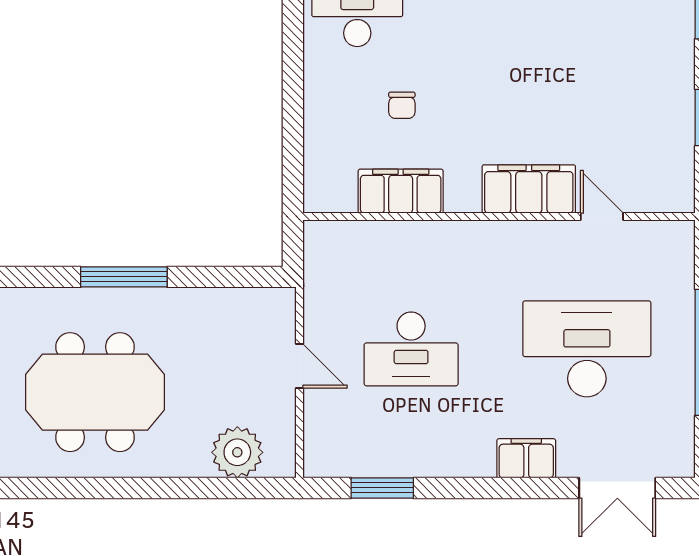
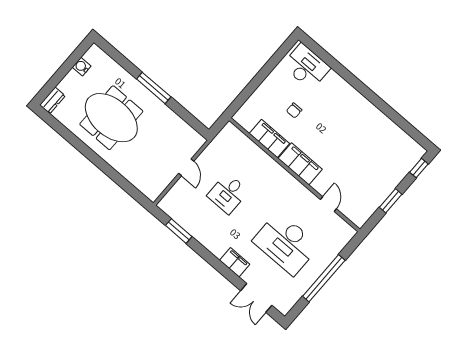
filing cabinet: (529, 189) -> (300, 164), moved
desk: (411, 349) -> (228, 193), width x0.73
desk: (587, 349) -> (286, 243), turned 180
plant: (237, 452) -> (141, 178), removed

